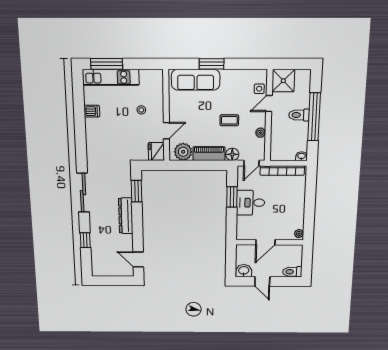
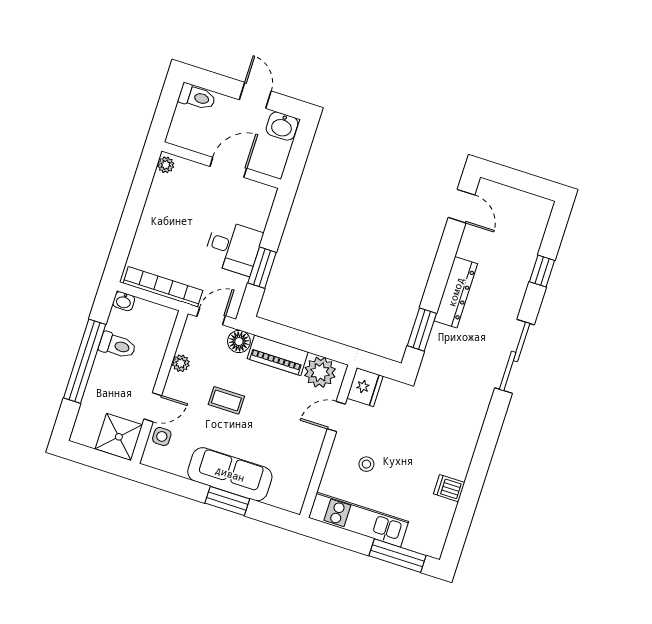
kitchen unit: (111, 77) -> (359, 520), moved
sofa: (196, 80) -> (230, 474), moved
toilet: (299, 115) -> (117, 345), moved

